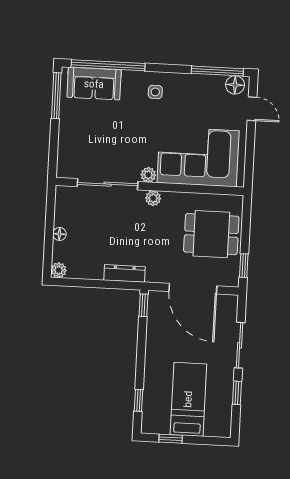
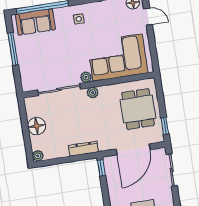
window: (56, 96) -> (13, 49), moved
floor lamp: (59, 234) -> (37, 126), width x1.89, depth x1.89
dining table: (211, 234) -> (138, 109), turned 90
door: (193, 289) -> (133, 149), hinge flipped
sliding door: (240, 345) -> (172, 170), moved

